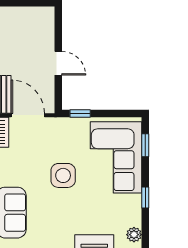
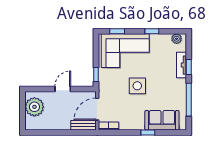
plant: (31, 21) -> (34, 107), added

